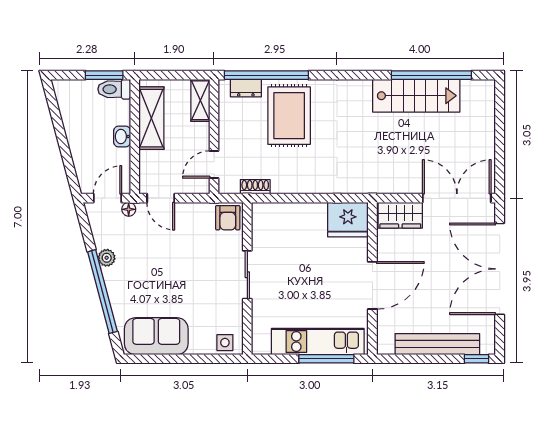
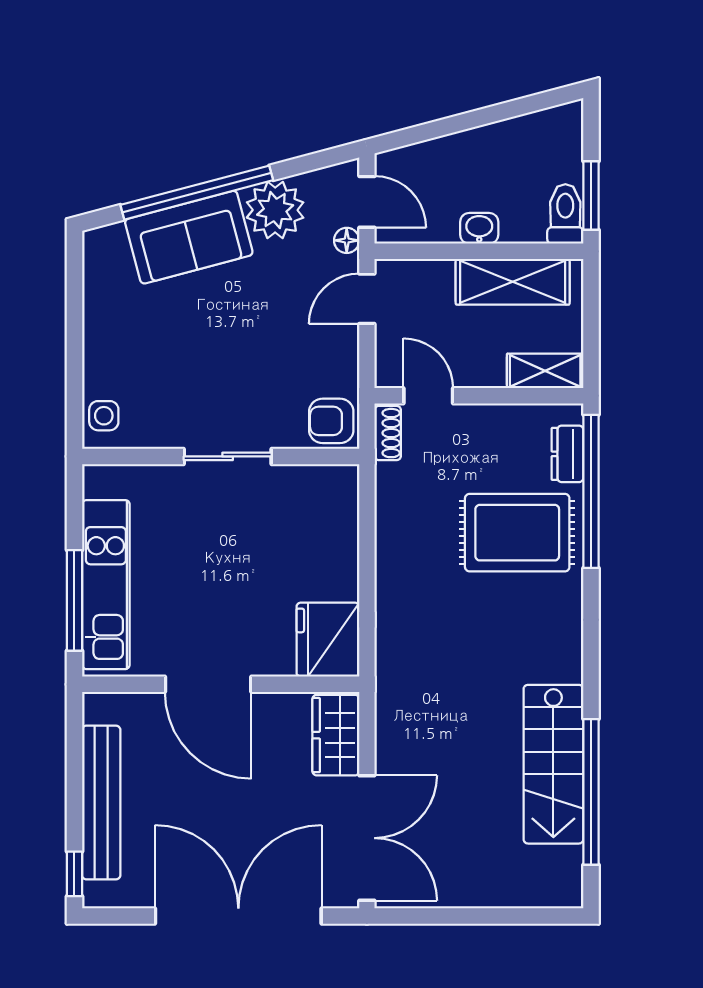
shoe rack: (255, 187) -> (388, 433), moved
plant: (107, 258) -> (275, 210), width x1.88, depth x1.88
sofa: (156, 336) -> (189, 237), moved, turned 75

